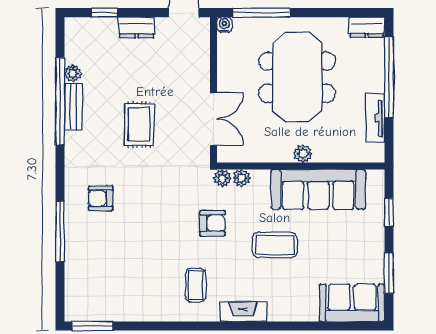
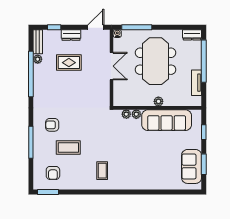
bench: (73, 107) -> (38, 42), moved
double door: (213, 119) -> (112, 66), moved
rug: (139, 125) -> (69, 63), moved, turned 90
plant: (222, 178) -> (136, 114), moved
armchair: (212, 223) -> (53, 173), moved, turned 90
coffee table: (275, 245) -> (68, 148), moved
sofa: (352, 303) -> (192, 166), moved, turned -90
fireplace: (243, 312) -> (127, 184), removed

